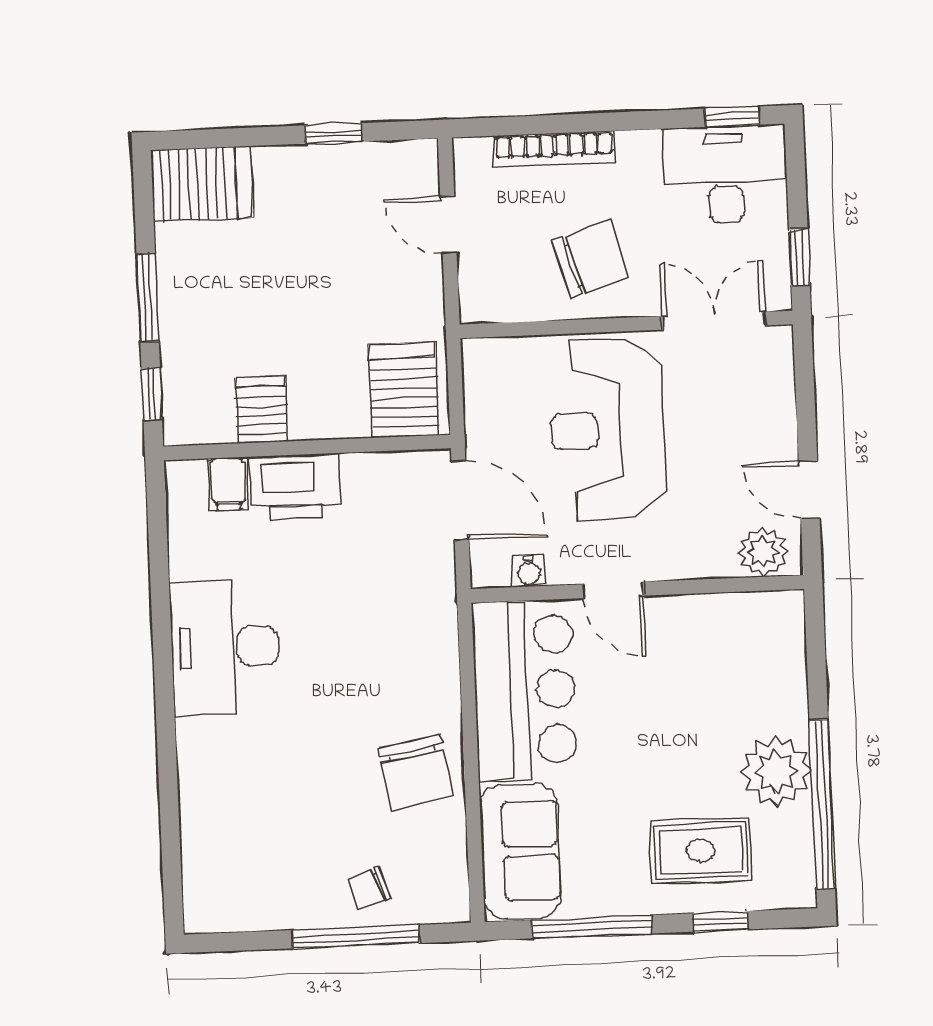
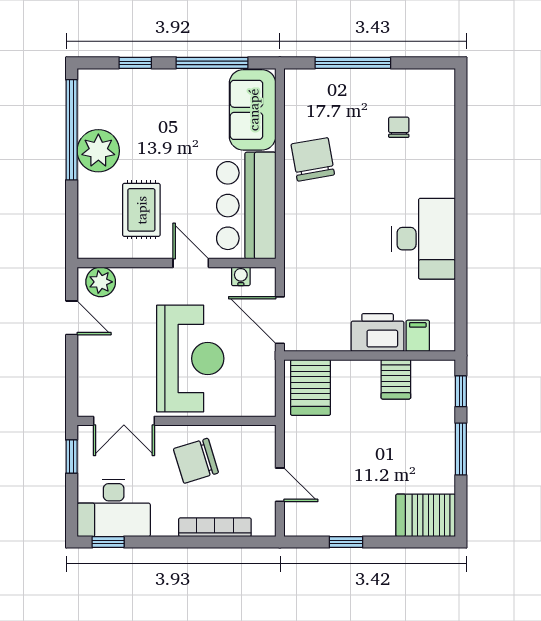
rug: (700, 851) -> (141, 210), moved, turned 90
chair: (370, 889) -> (399, 127), moved, turned -70

